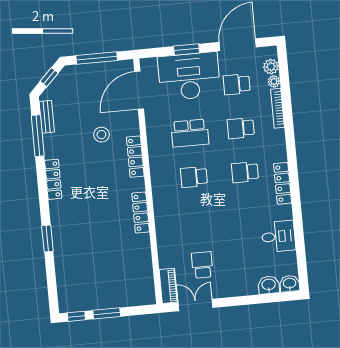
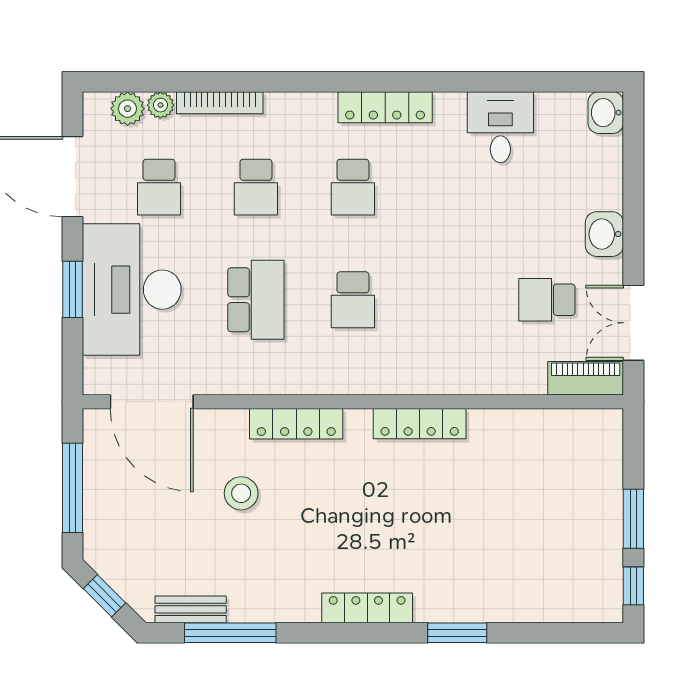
locker: (53, 179) -> (367, 608), moved
washbasin: (269, 285) -> (604, 234), moved

